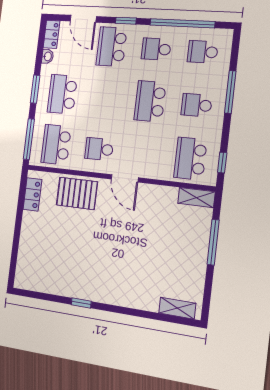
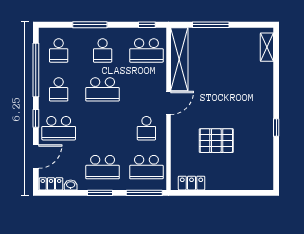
pallet: (77, 193) -> (216, 141), moved, turned 90
shelving: (196, 198) -> (179, 59), width x2.20, depth x1.33

